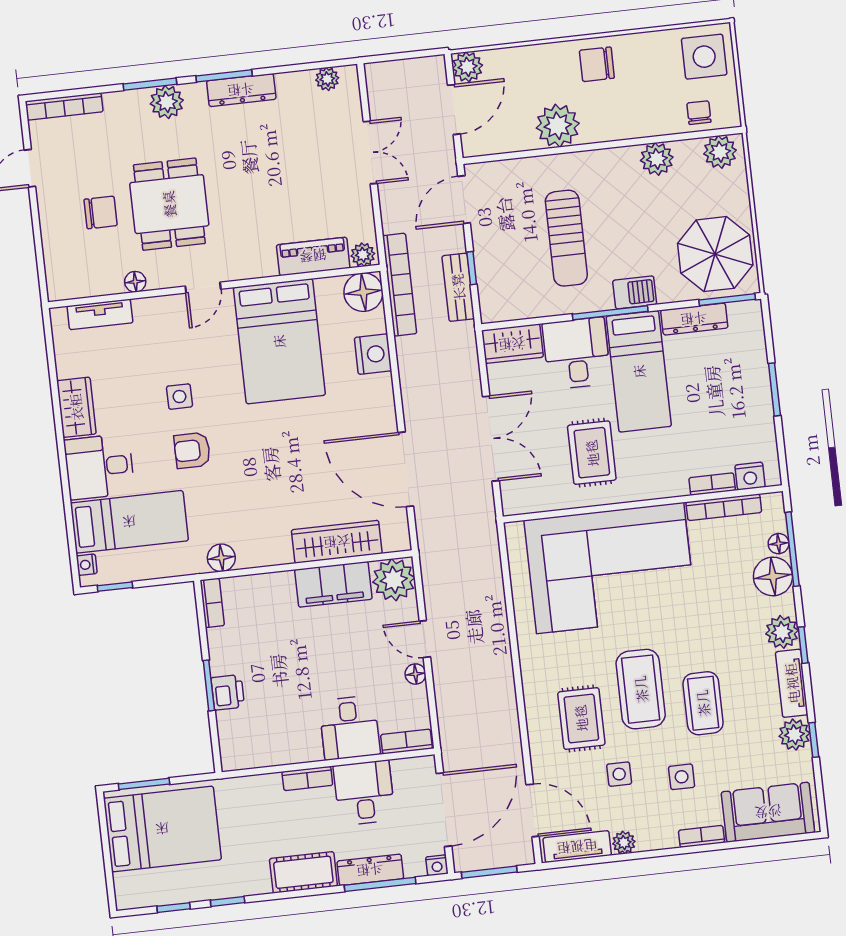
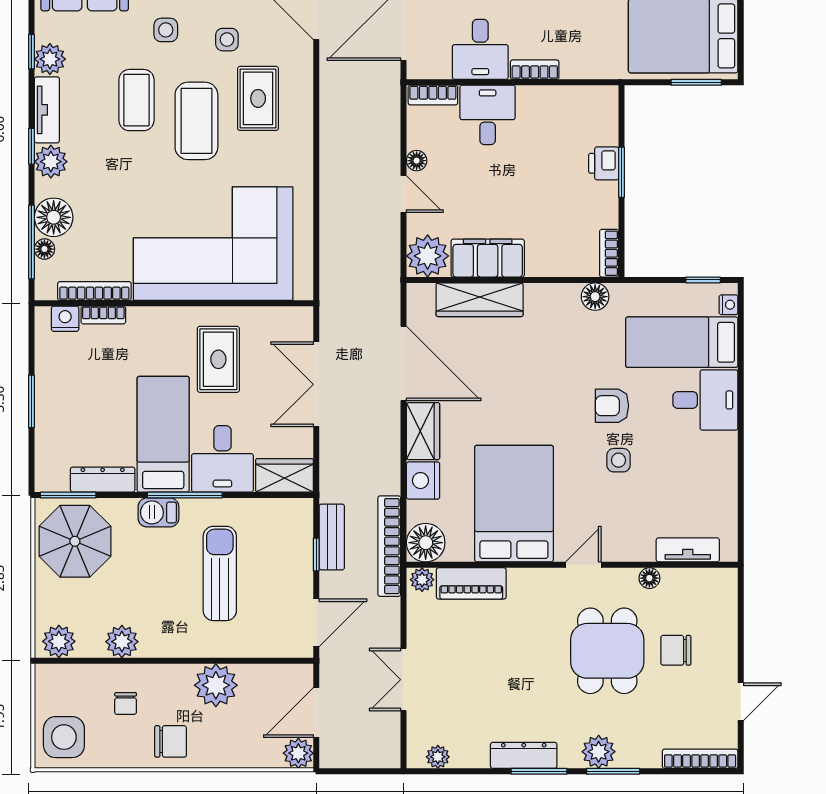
chair: (699, 113) -> (126, 703), moved
wardrobe: (76, 407) -> (423, 431), moved, turned 180
armchair: (192, 450) -> (612, 406), turned 180

